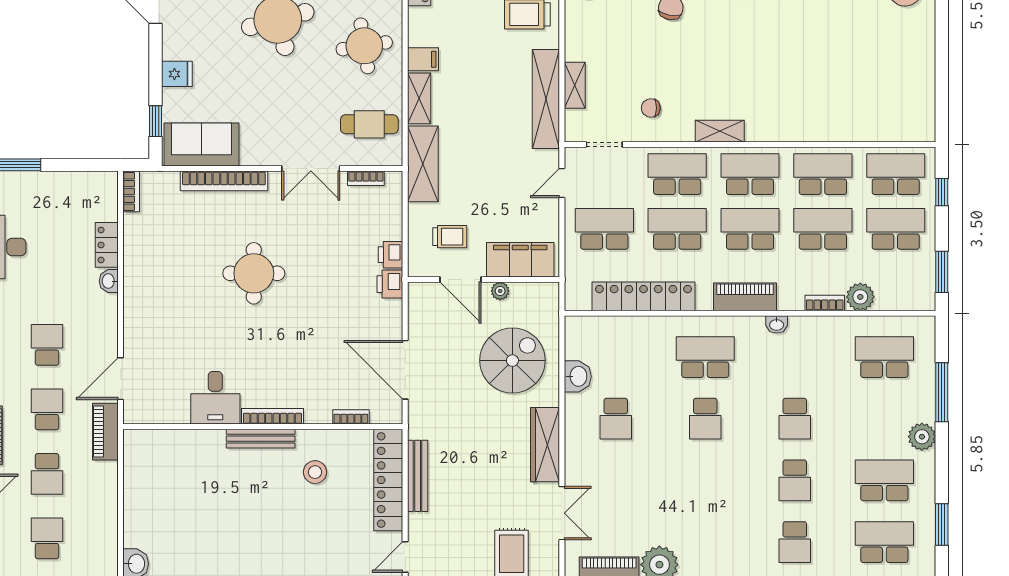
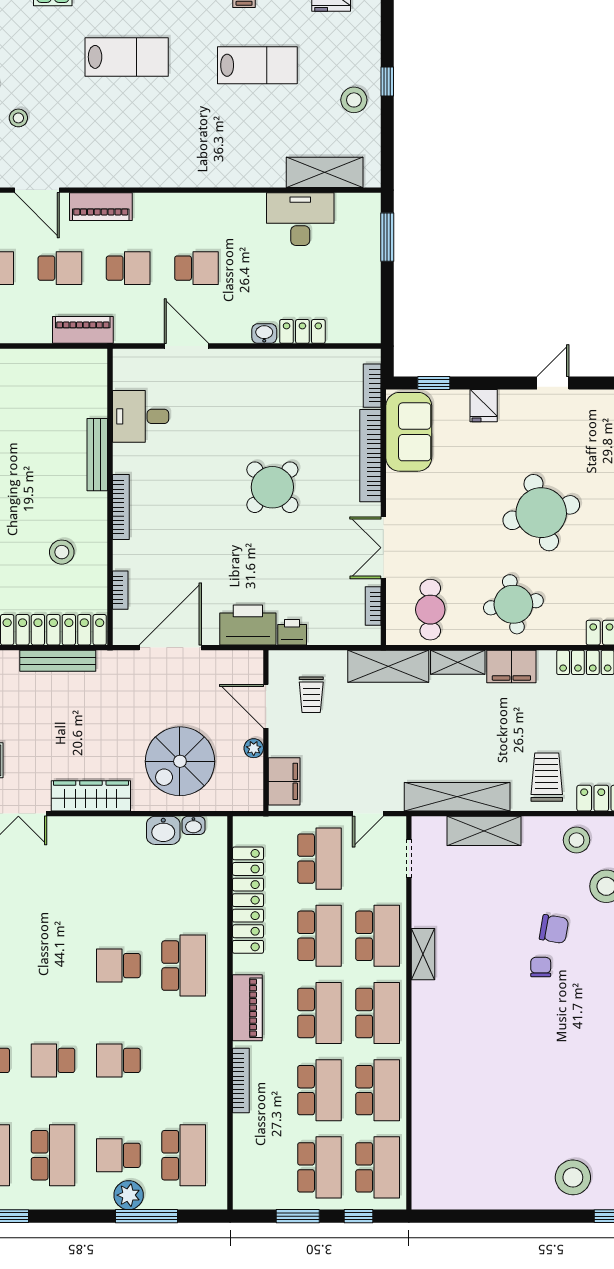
filing cabinet: (423, 59) -> (511, 667), width x2.00
shelving: (575, 85) -> (484, 831), width x1.50, depth x1.33
chair: (651, 108) -> (541, 967), moved
shelving: (720, 131) -> (423, 954), moved
door: (562, 183) -> (368, 814), swing flipped
bookcase: (131, 191) -> (372, 386), moved, turned 90
filing cabinet: (520, 260) -> (284, 781), width x0.67, depth x0.86
window: (942, 272) -> (298, 1216), moved
round table: (254, 273) -> (272, 487), turned 45
door: (461, 280) -> (266, 706), hinge flipped
printer: (390, 284) -> (248, 625), width x1.87, depth x1.48
plant: (860, 297) -> (247, 1130), removed
bookcase: (825, 303) -> (241, 1080), width x1.56
washbasin: (777, 324) -> (193, 825), moved, turned -90
spiral stairs: (512, 361) -> (180, 761), turned 90
door: (121, 379) -> (186, 346), moved
desk: (215, 398) -> (141, 416), moved
school desk: (616, 419) -> (118, 1155), moved
piano: (105, 432) -> (83, 330), moved
plant: (922, 437) -> (129, 1195), moved
bench: (261, 439) -> (97, 455), moved
school desk: (47, 474) -> (60, 268), turned 180

